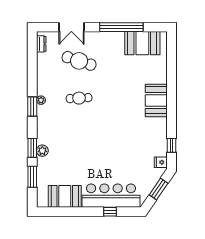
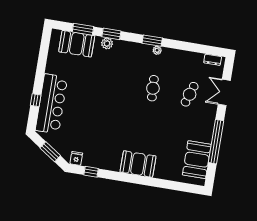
cafe table: (79, 61) -> (190, 94), width x0.73, depth x0.74
booth: (65, 196) -> (77, 44), moved, turned 90

